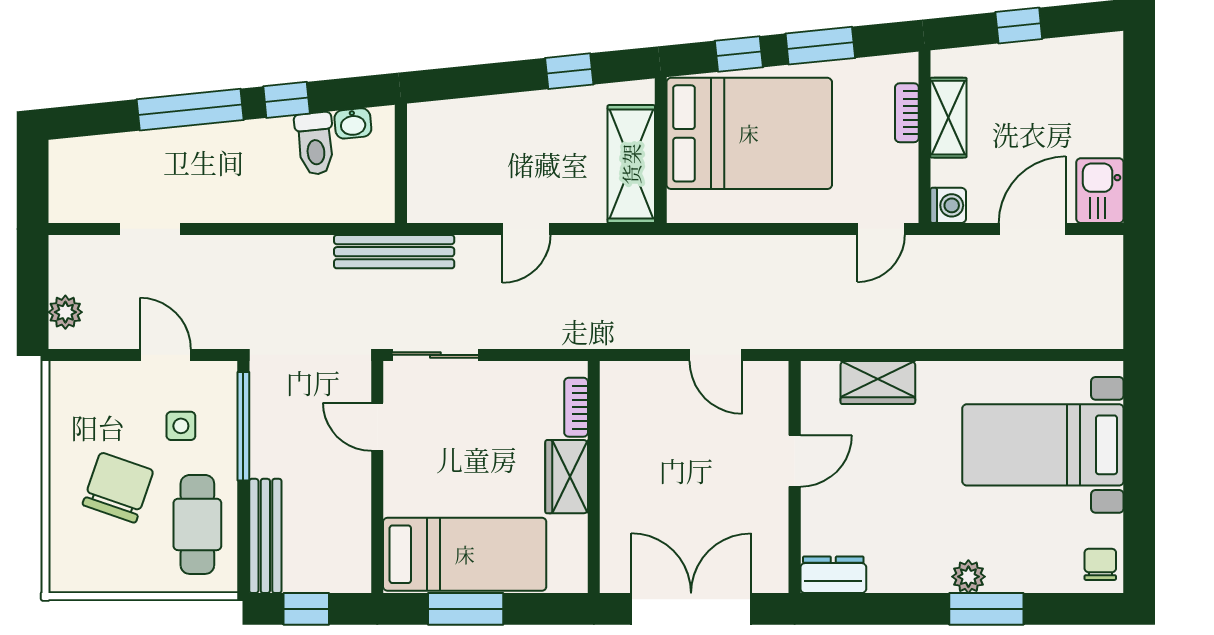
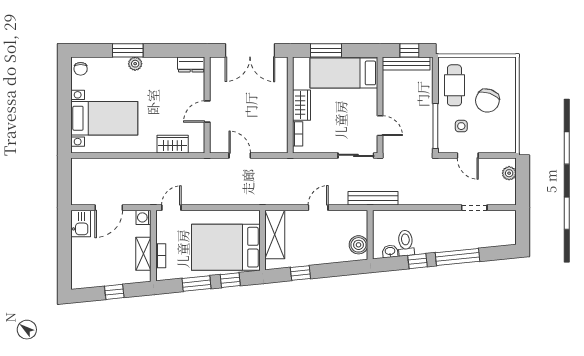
boiler: (429, 139) -> (359, 245), added
bench: (265, 536) -> (406, 63), moved, turned 90
window: (466, 609) -> (326, 50), moved

